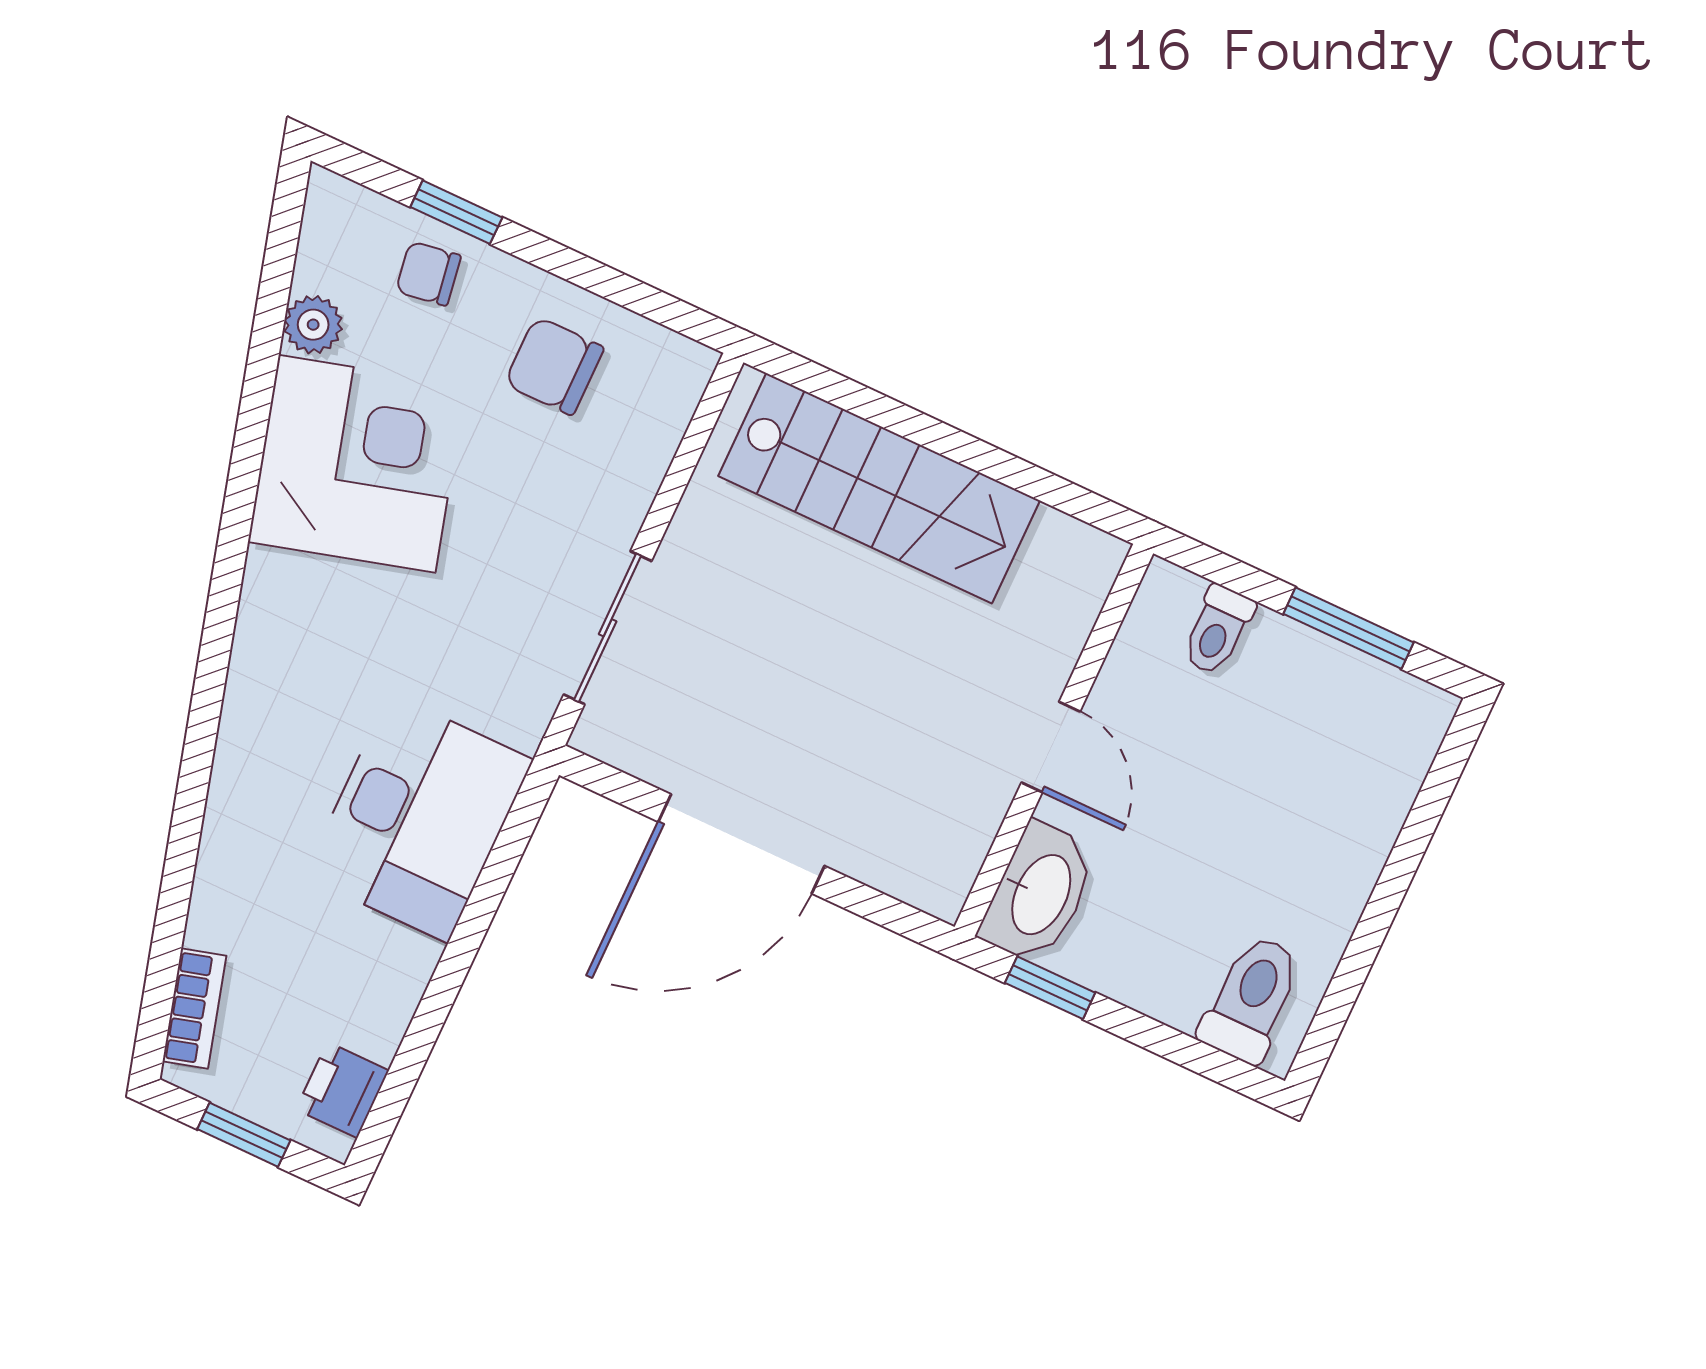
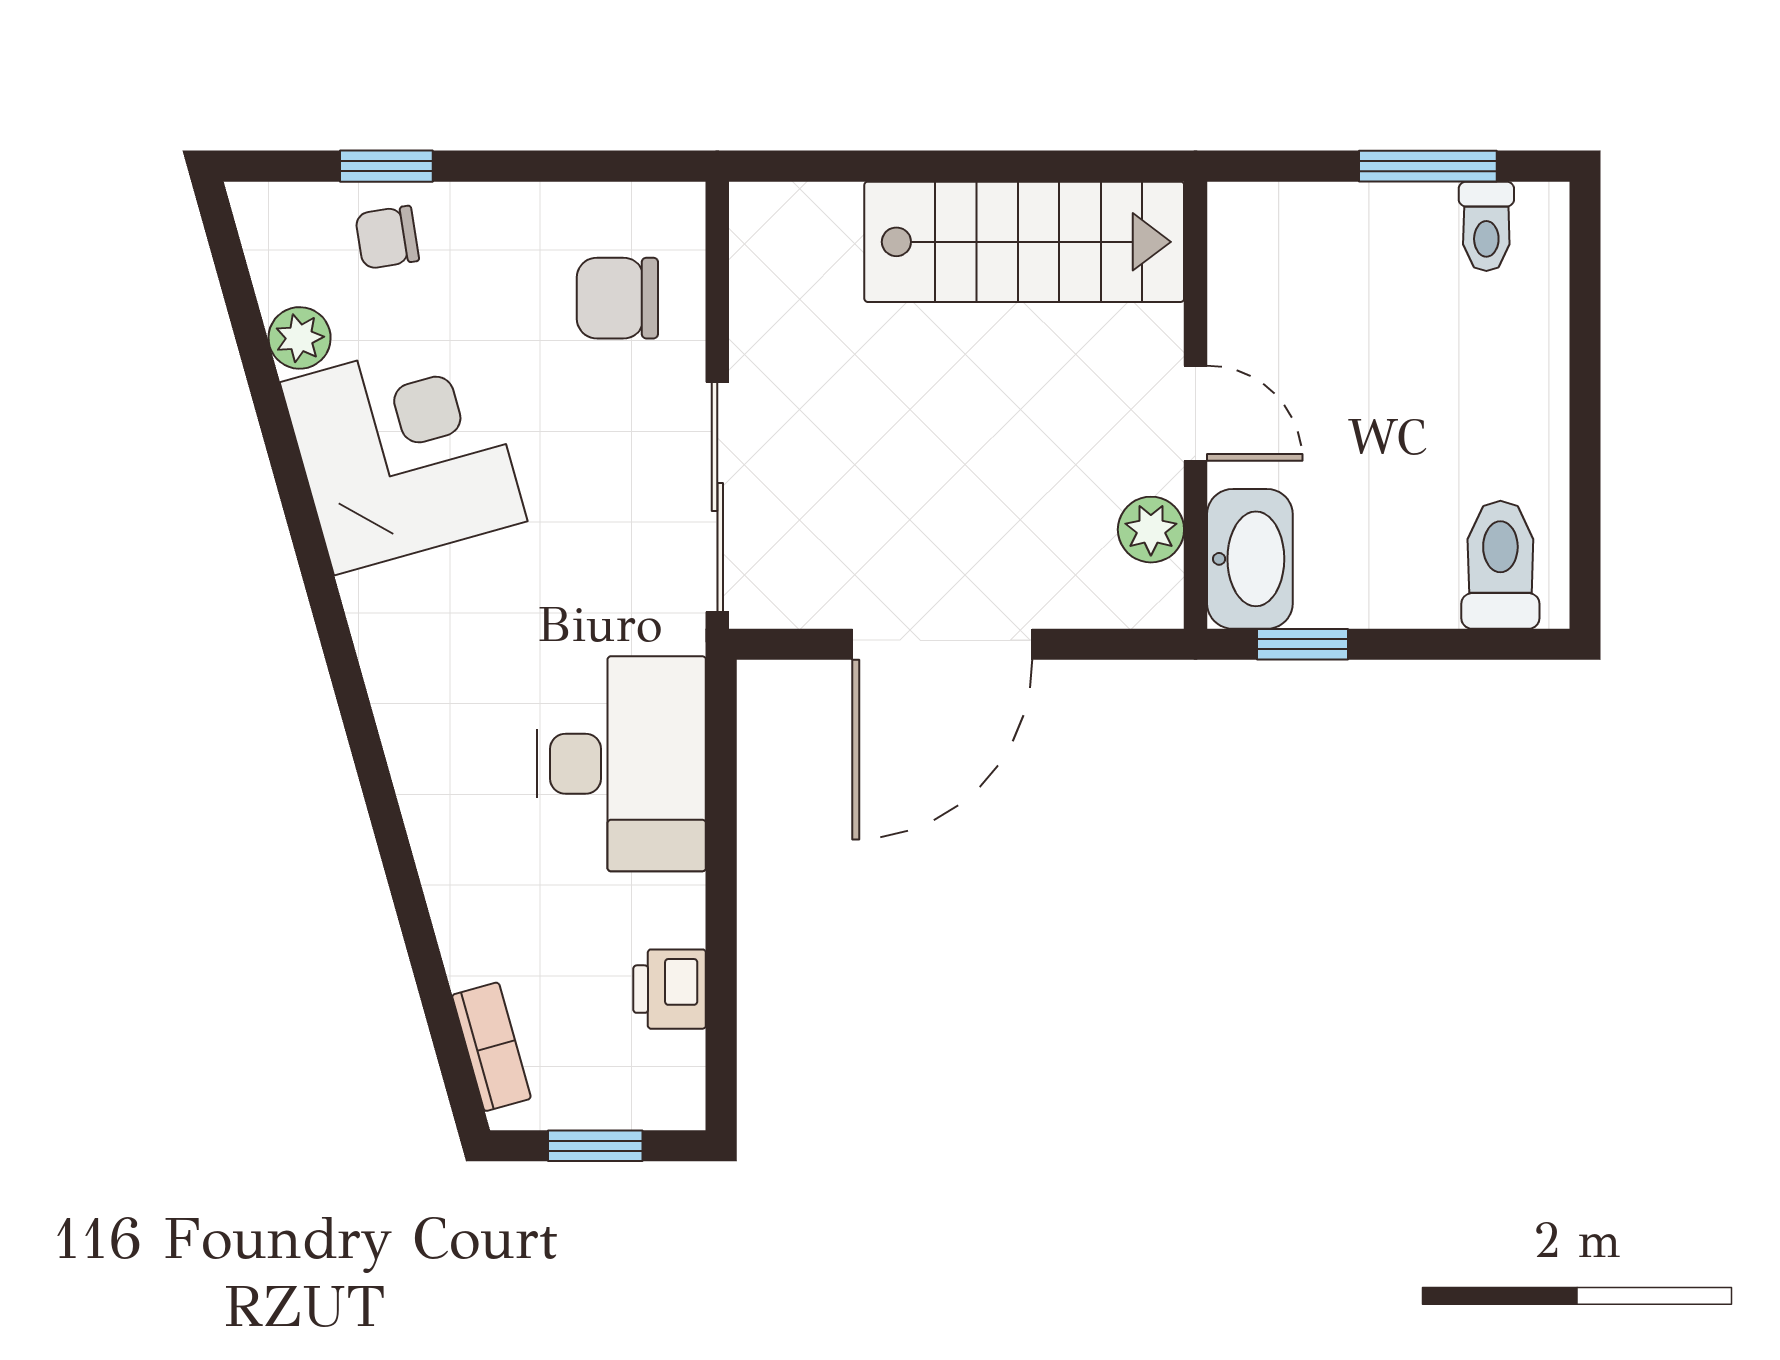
chair: (554, 366) -> (617, 298), moved
stairs: (879, 488) -> (1024, 242), moved
sliding door: (608, 628) -> (717, 497), width x1.37
toilet: (1218, 630) -> (1486, 226), moved
plant: (966, 829) -> (1151, 530), added
printer: (342, 1090) -> (670, 989), moved

